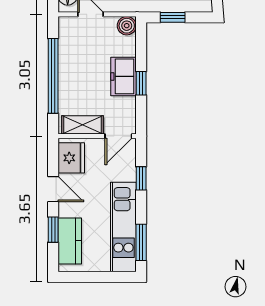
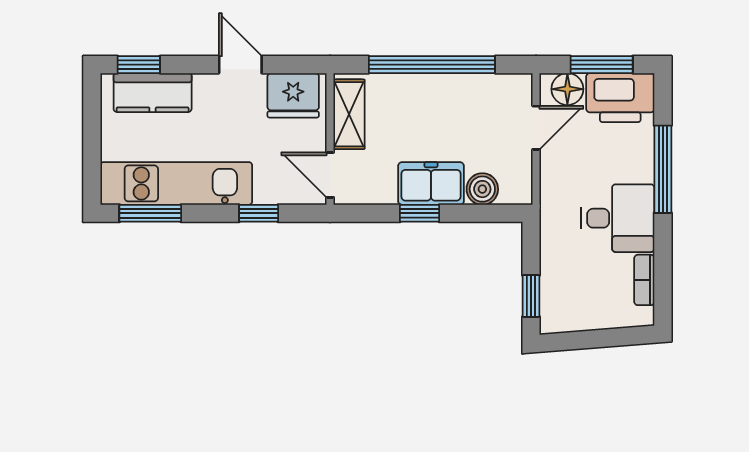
window: (173, 17) -> (531, 296), moved
boiler: (127, 26) -> (482, 189), moved
door: (53, 189) -> (240, 65), swing flipped
window: (53, 230) -> (139, 65), moved

